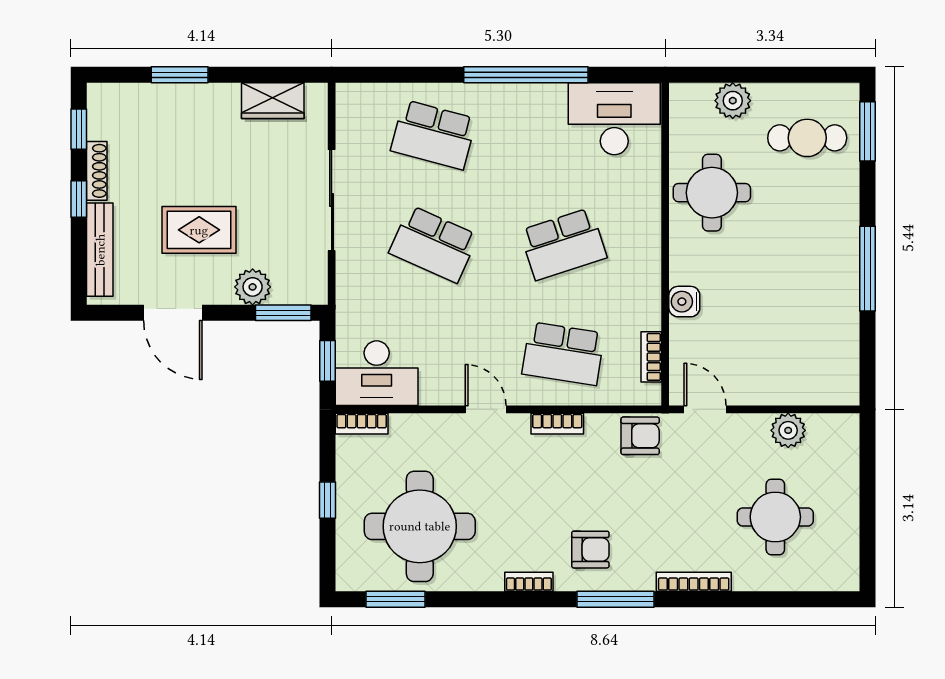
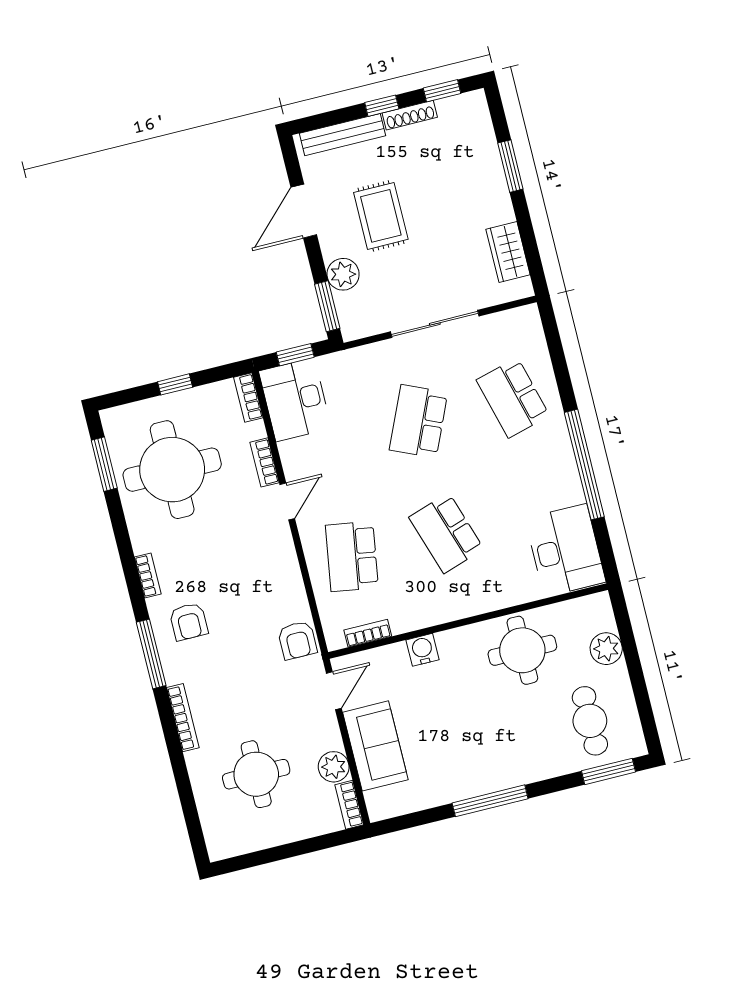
school desk: (434, 135) -> (513, 398), turned -30
sofa: (777, 379) -> (375, 746), added
bookcase: (557, 424) -> (264, 462), moved
bookcase: (834, 424) -> (349, 805), added

